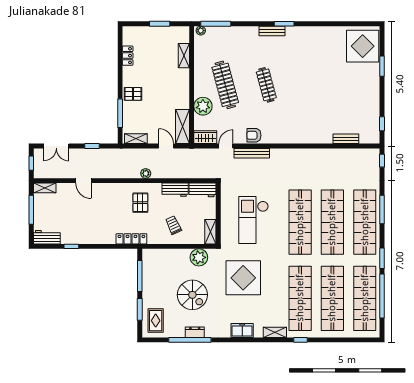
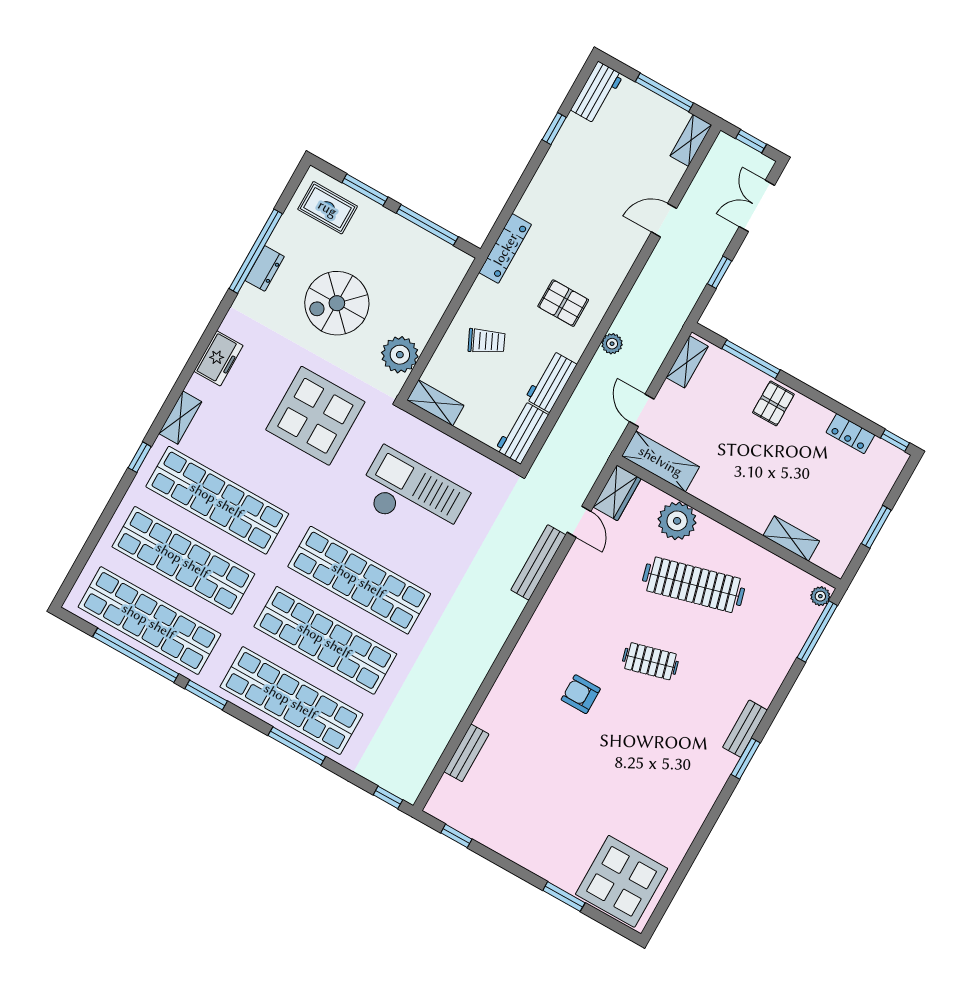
window: (120, 36) -> (895, 440), added
clothes rail: (266, 85) -> (650, 661), width x0.73
armchair: (254, 135) -> (581, 694), moved, turned -90
door: (166, 146) -> (642, 410), swing flipped

